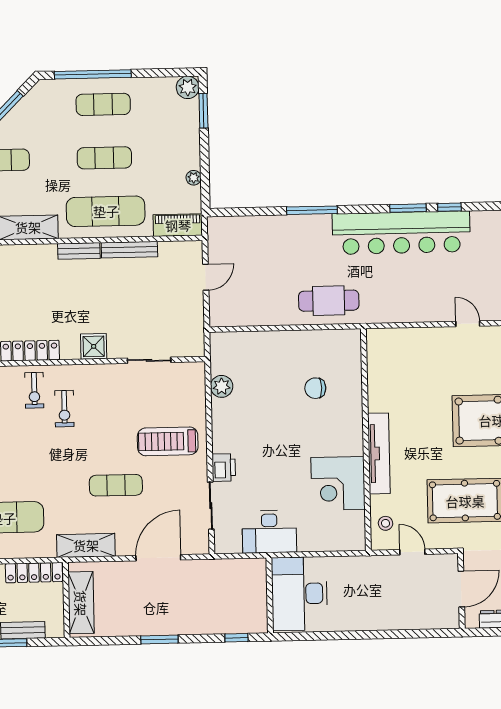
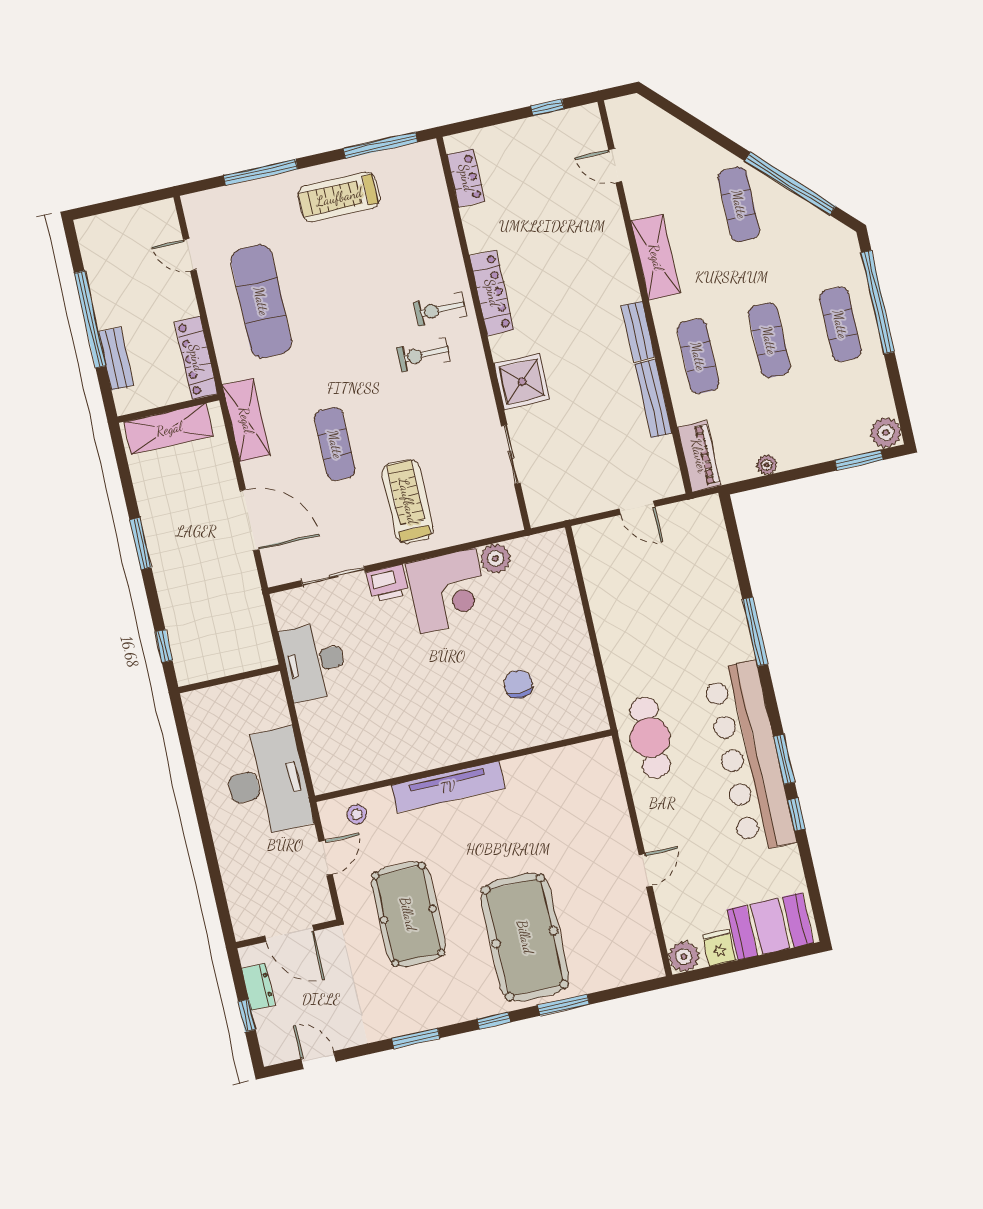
exercise mat: (106, 211) -> (698, 356), width x0.73, depth x0.69
cafe table: (329, 301) -> (650, 738), moved
shower: (94, 346) -> (522, 382), width x1.36, depth x1.36
corner desk: (338, 483) -> (448, 591), moved, turned 180
desk: (299, 594) -> (267, 783), moved, turned 90

